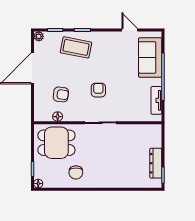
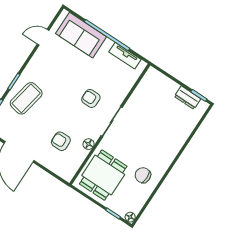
armchair: (98, 90) -> (91, 98), moved
armchair: (61, 94) -> (61, 141), turned -97
floor lamp: (58, 117) -> (89, 144), moved
dresser: (156, 163) -> (188, 98), width x0.70
chair: (76, 172) -> (143, 175), turned 180

